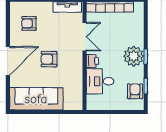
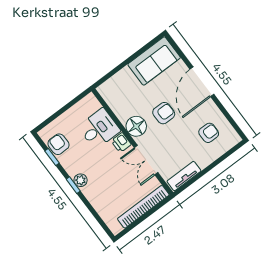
plant: (134, 56) -> (81, 180), width x0.53, depth x0.53
floor lamp: (74, 64) -> (136, 126), added
armchair: (135, 91) -> (58, 144), turned 180
sofa: (36, 99) -> (154, 61), width x0.73

